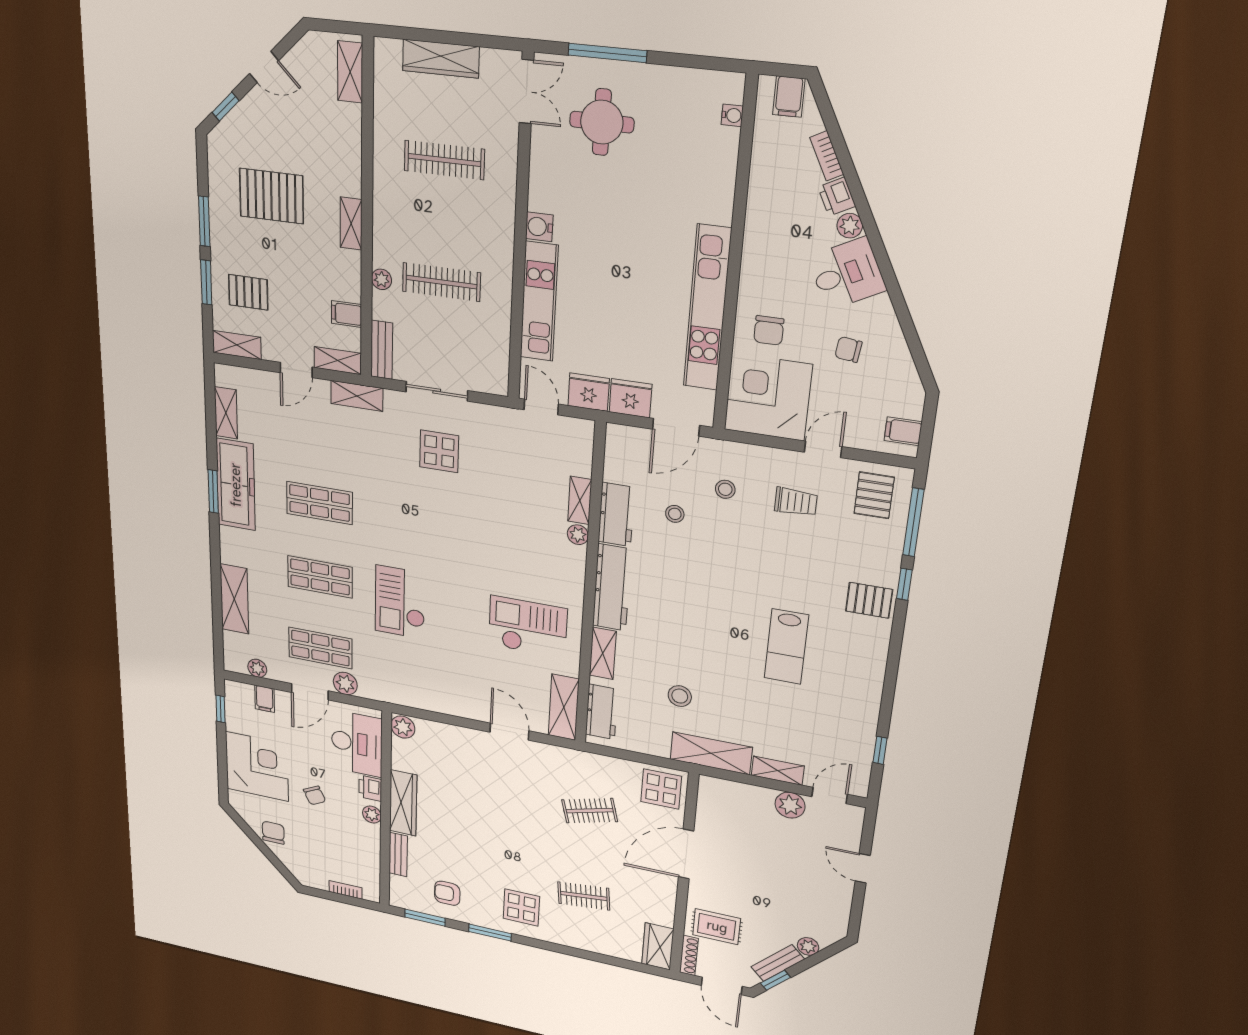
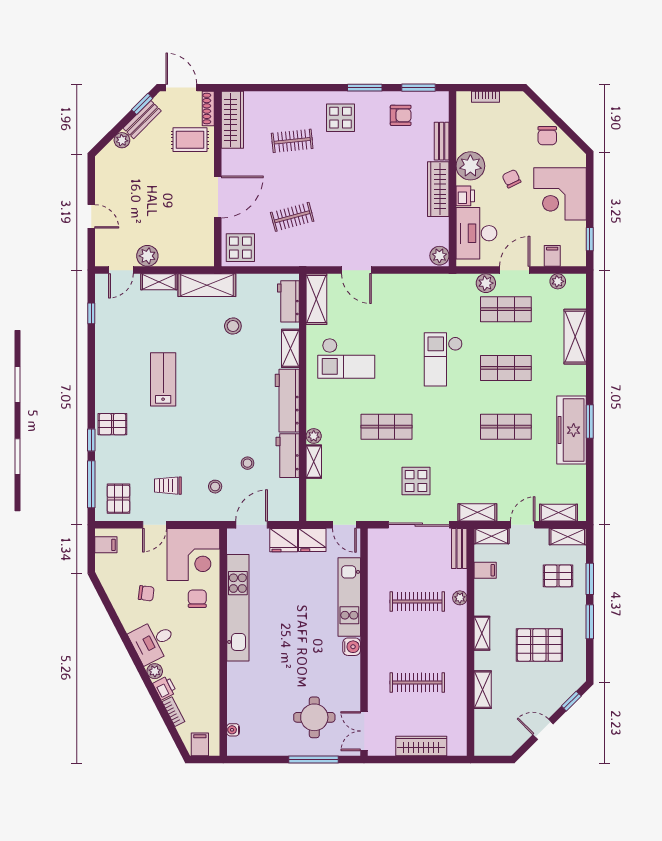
shelving: (350, 72) -> (483, 690), moved
sliding door: (437, 391) -> (419, 525), width x1.37
shelving: (226, 413) -> (558, 513), moved, turned 90
shop shelf: (477, 530) -> (387, 427), added
checkout: (400, 602) -> (443, 359), turned 180
plant: (372, 814) -> (470, 166), width x1.87, depth x1.87
wardrobe: (658, 946) -> (232, 120), width x1.50

